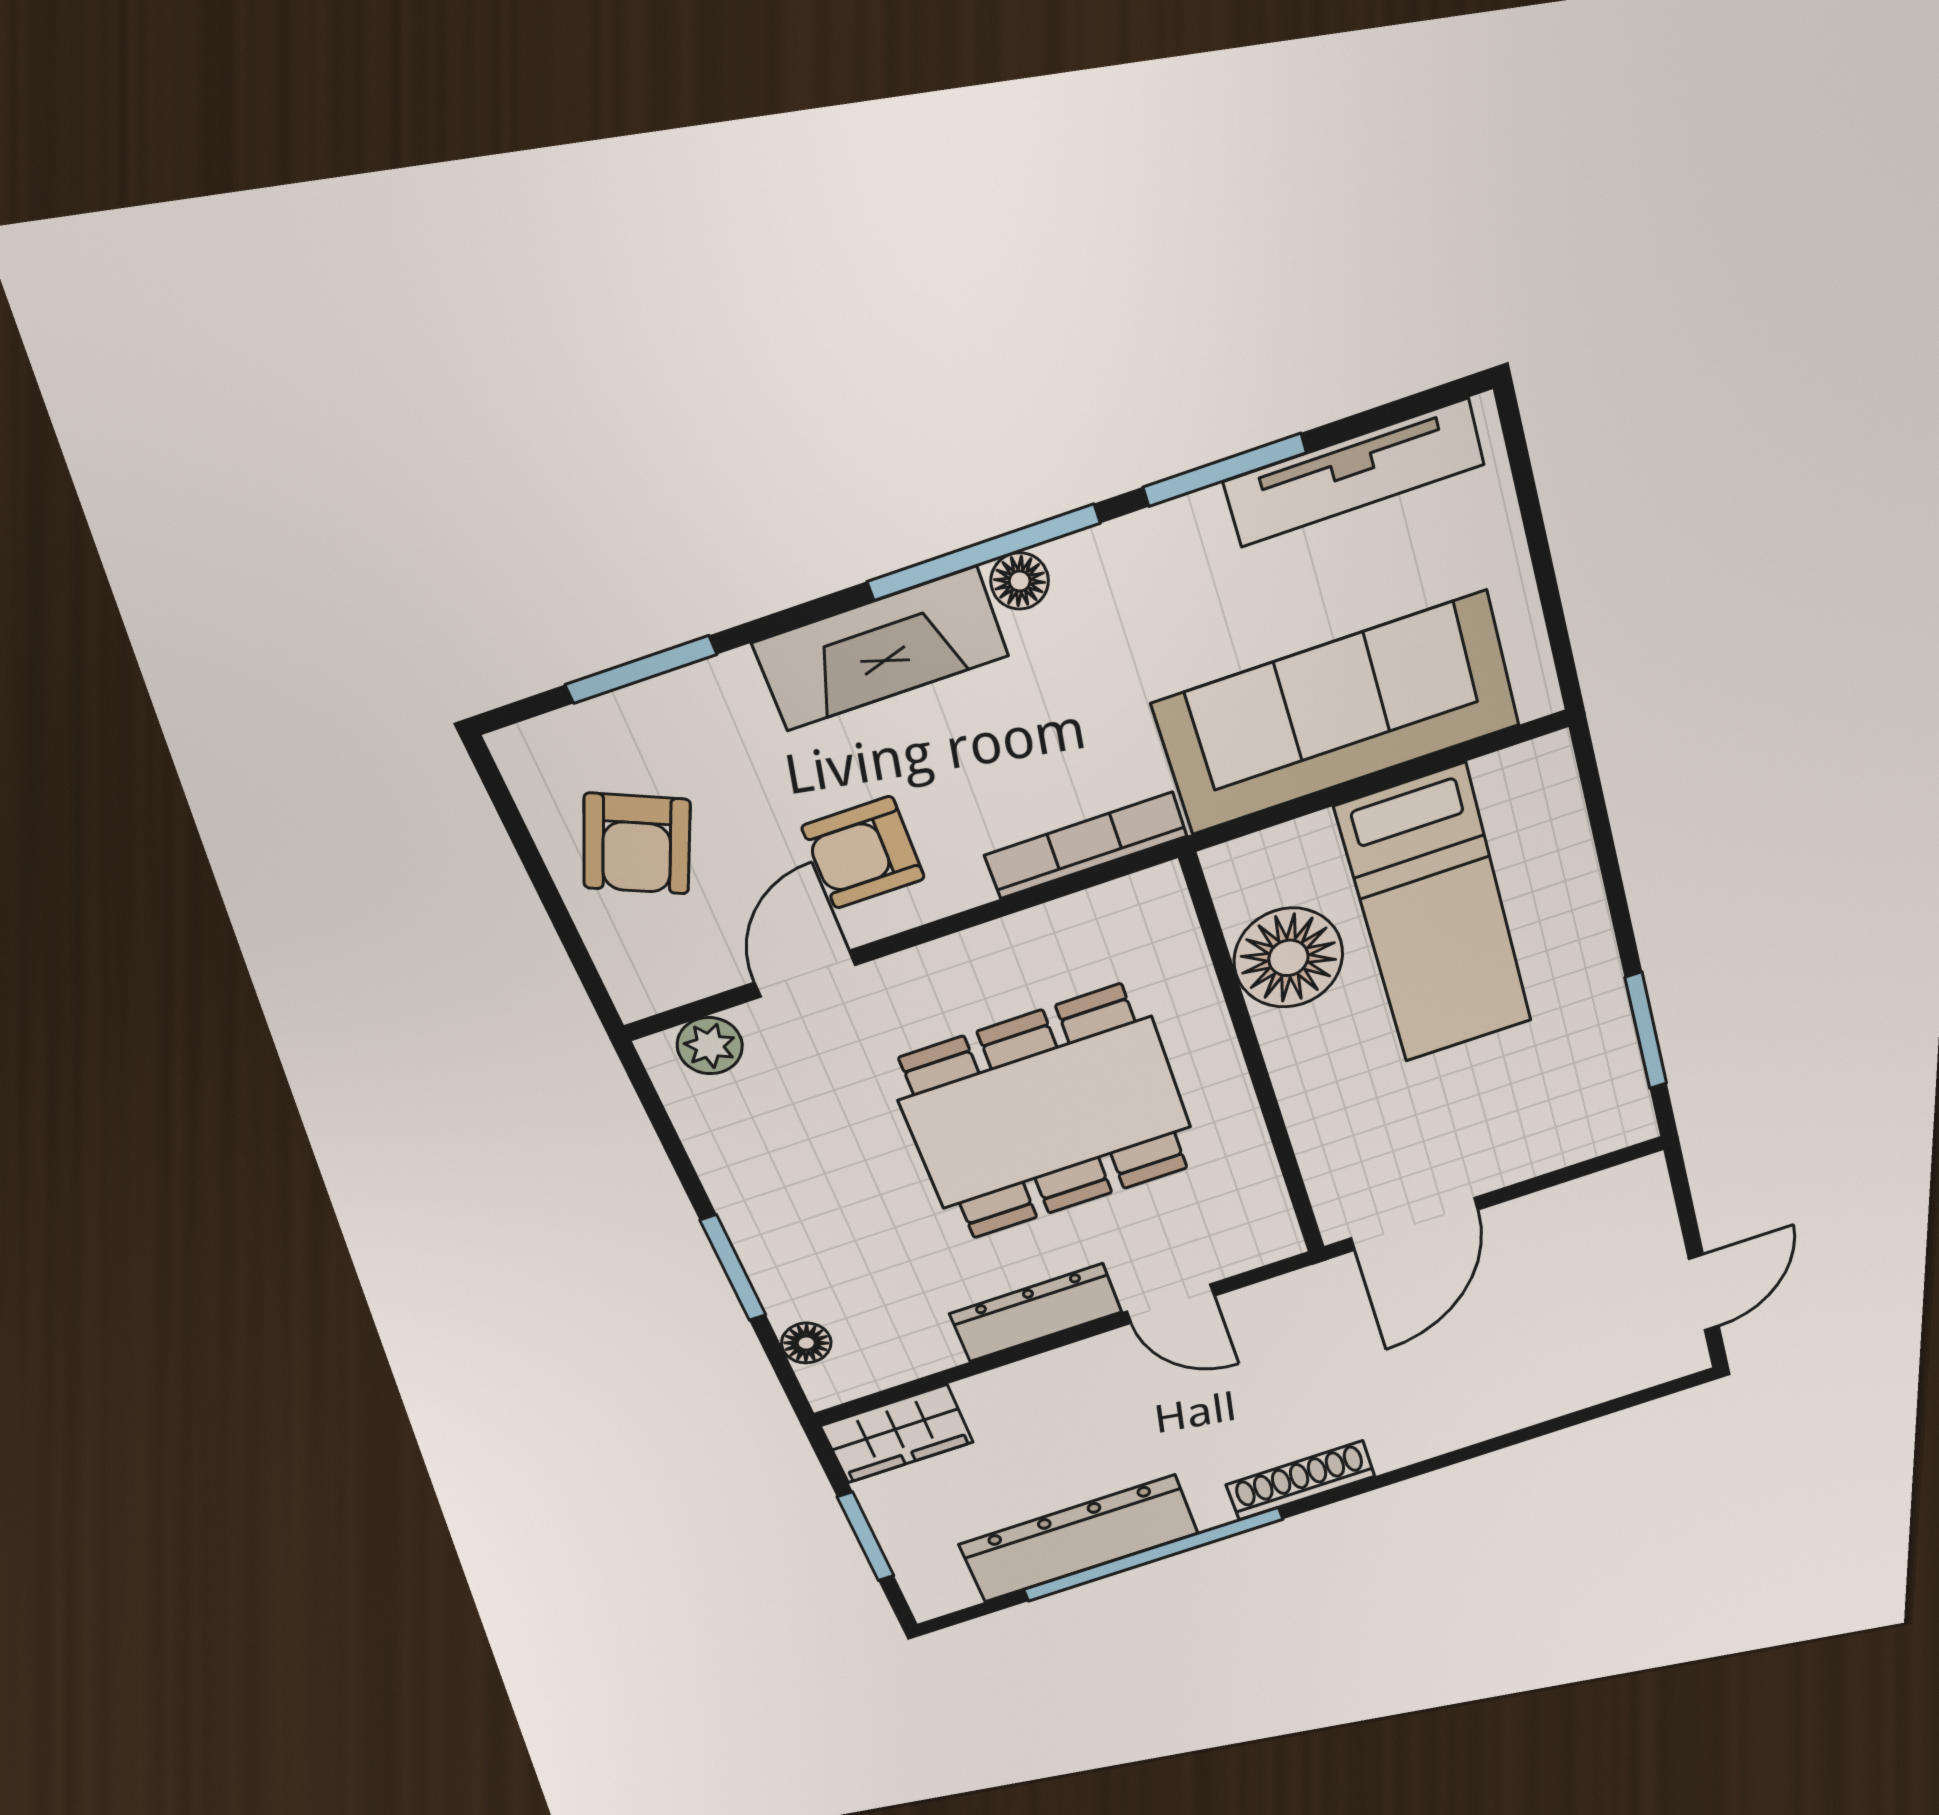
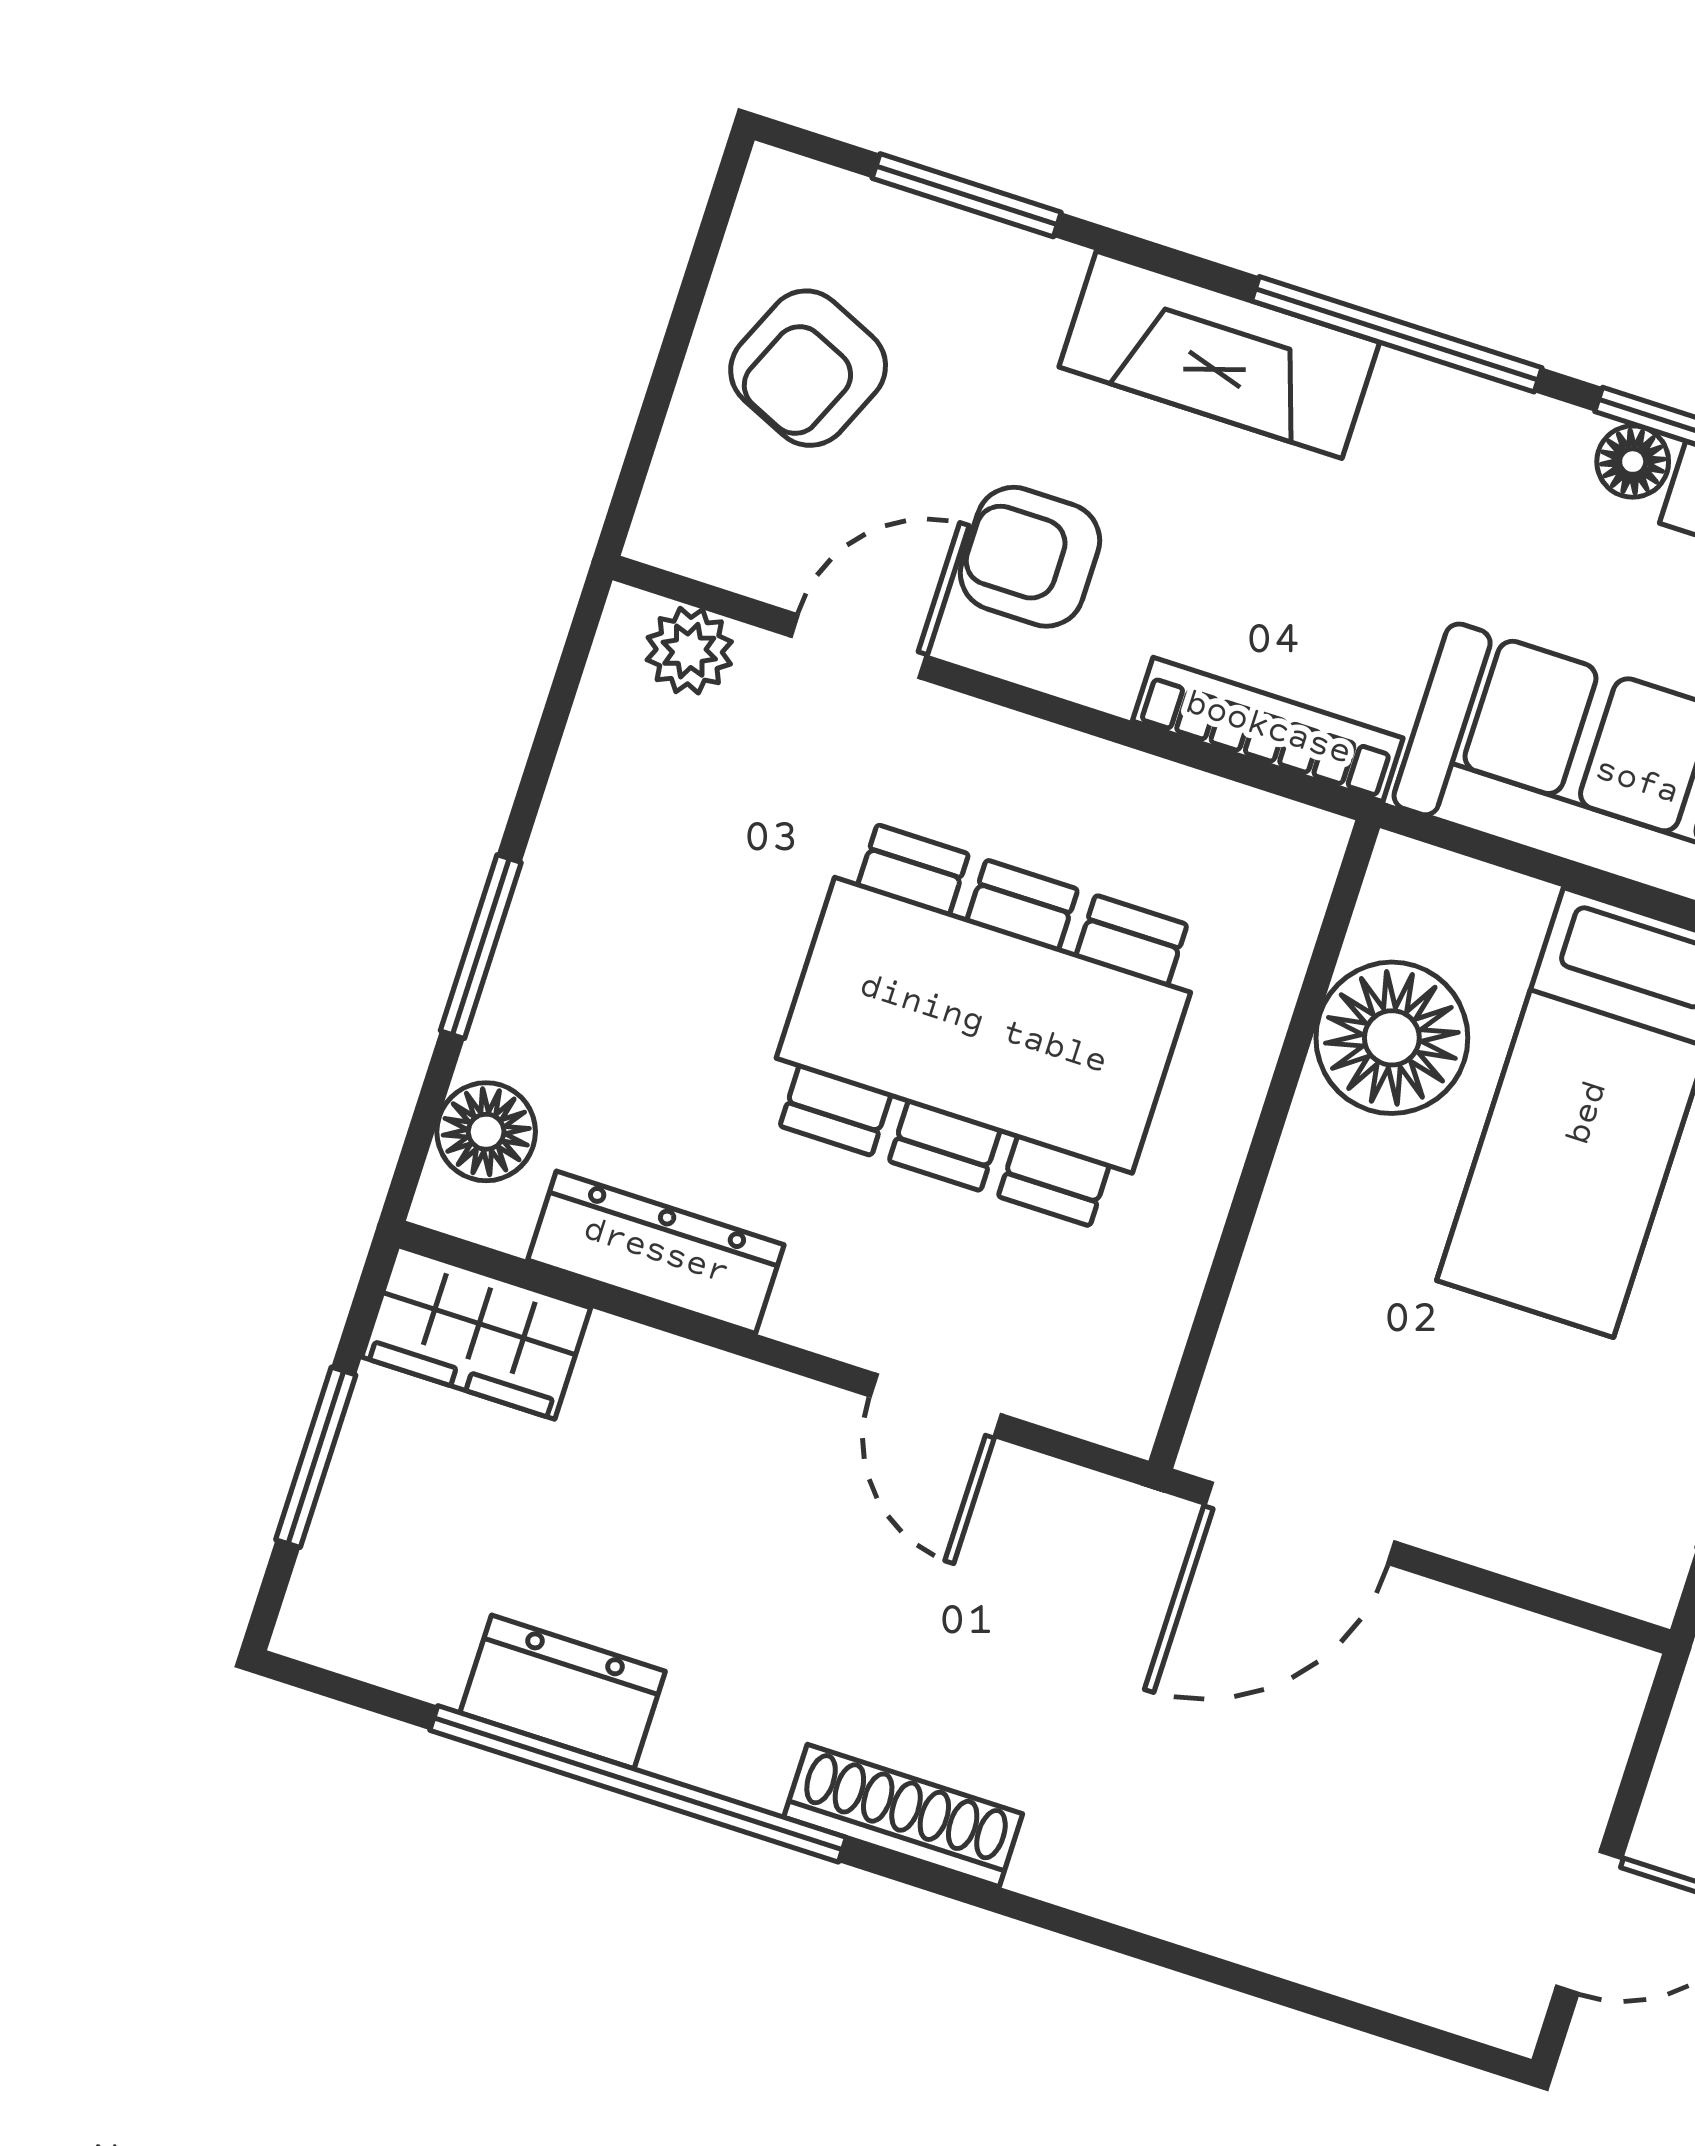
floor lamp: (1020, 581) -> (1633, 462), moved
dresser: (1036, 1313) -> (656, 1252), moved
floor lamp: (806, 1343) -> (486, 1132), width x1.37, depth x1.37
dresser: (1079, 1539) -> (563, 1692), width x0.51, depth x0.80

